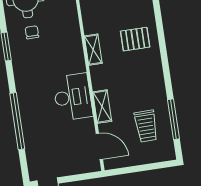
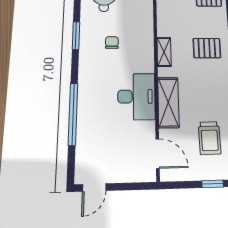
chair: (32, 32) -> (112, 43), moved
shelving: (102, 107) -> (168, 102), width x1.50, depth x1.33
window: (153, 166) -> (213, 184), added

